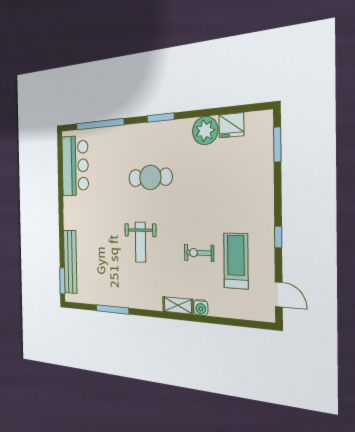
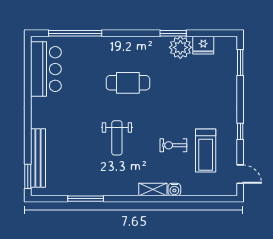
window: (161, 118) -> (173, 33), moved
treadmill: (236, 261) -> (206, 150), turned 180

